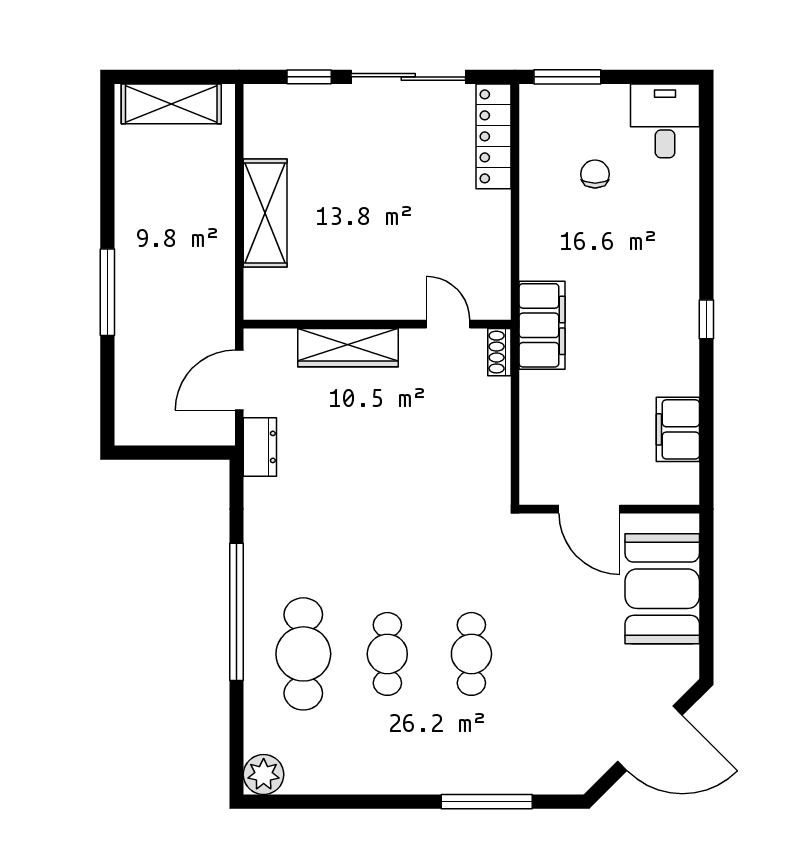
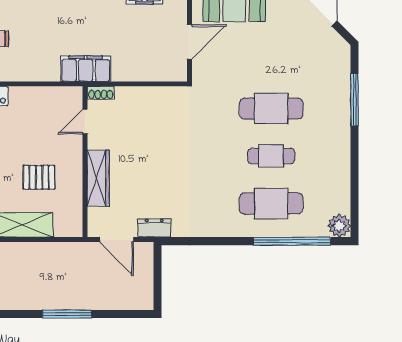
pallet: (350, 243) -> (39, 177), added
window: (236, 612) -> (292, 241), moved
cafe table: (471, 654) -> (271, 109), width x1.37, depth x1.35

